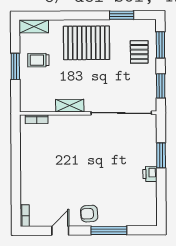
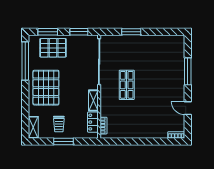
window: (122, 15) -> (25, 61), width x2.11
pallet: (139, 52) -> (53, 48), width x1.50, depth x1.42
locker: (41, 105) -> (93, 122), added
shop shelf: (91, 150) -> (127, 85), added
printer: (150, 174) -> (145, 40), removed
armchair: (89, 214) -> (175, 86), removed

